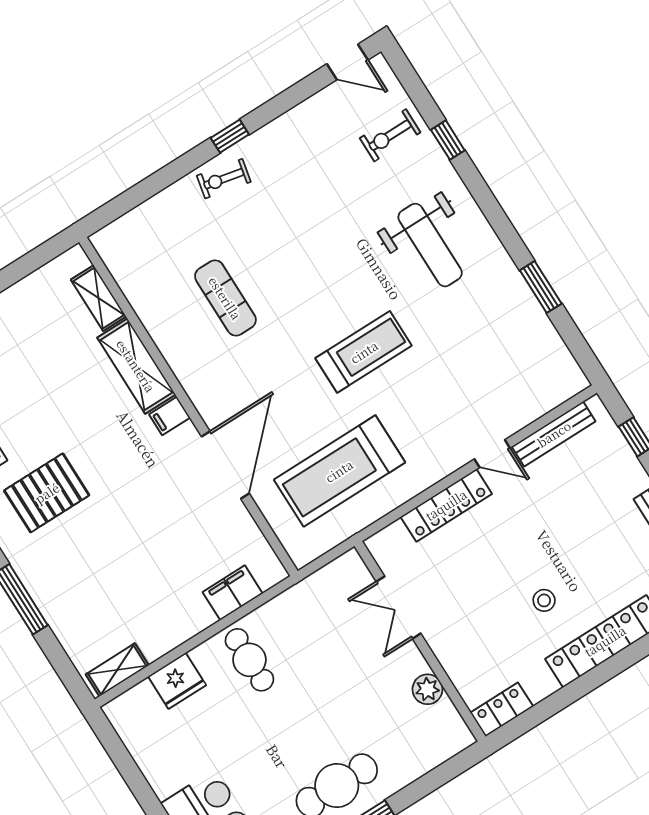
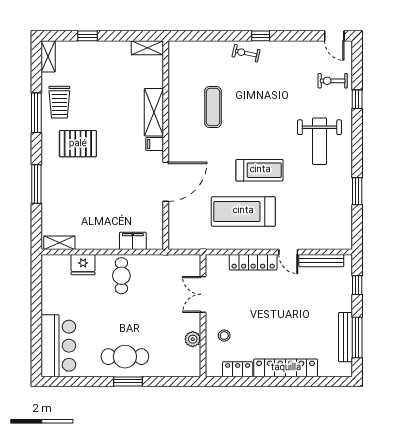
shelving: (99, 298) -> (147, 48), moved, turned 90
treadmill: (339, 471) -> (243, 211), moved
stool: (544, 600) -> (224, 336), moved
locker: (502, 710) -> (238, 369), moved

